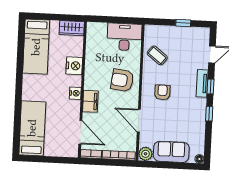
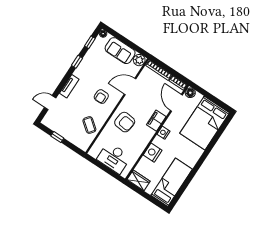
desk: (124, 37) -> (114, 158), moved
window: (210, 87) -> (90, 42), moved
door: (139, 121) -> (130, 87), swing flipped
bed: (32, 128) -> (205, 123), width x1.50
floor lamp: (72, 151) -> (190, 93), added

